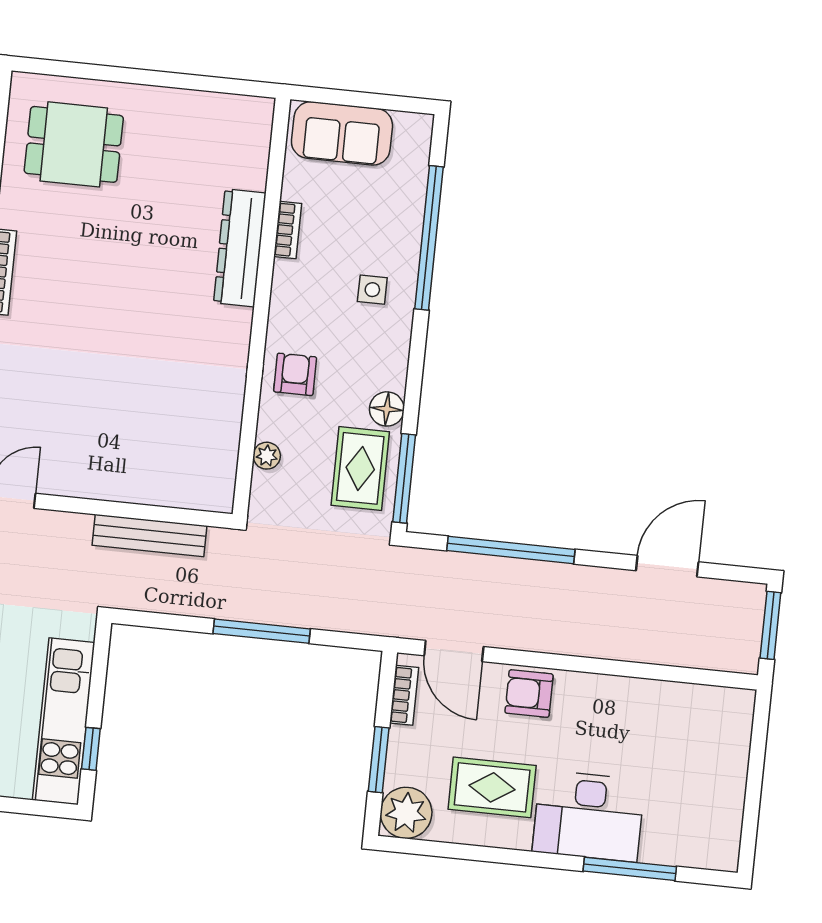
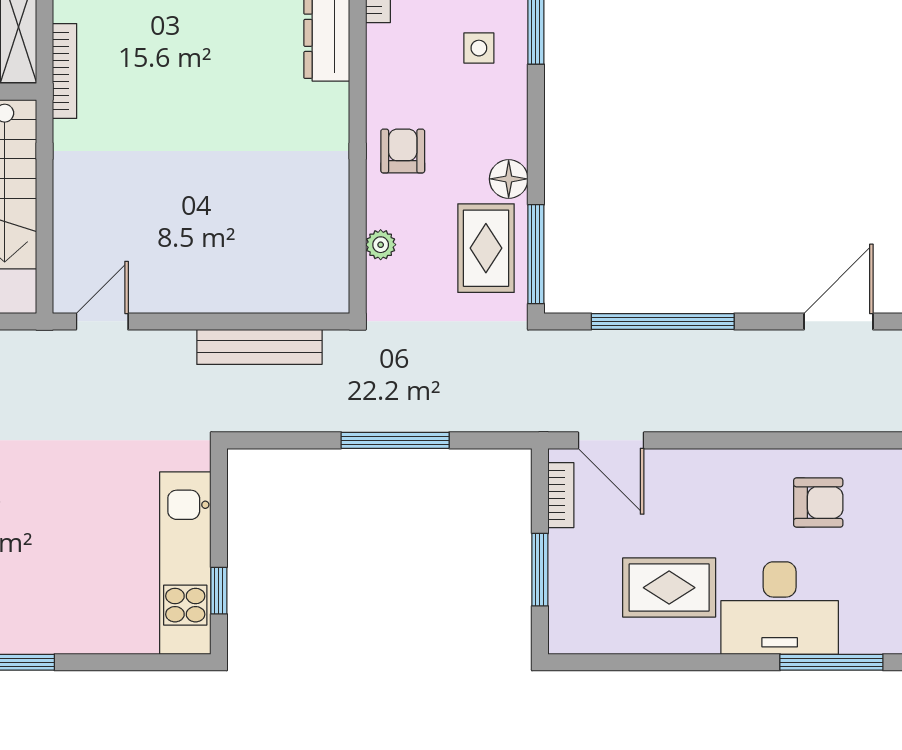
armchair: (529, 694) -> (818, 503), moved, turned 180
plant: (406, 813) -> (577, 626), removed

